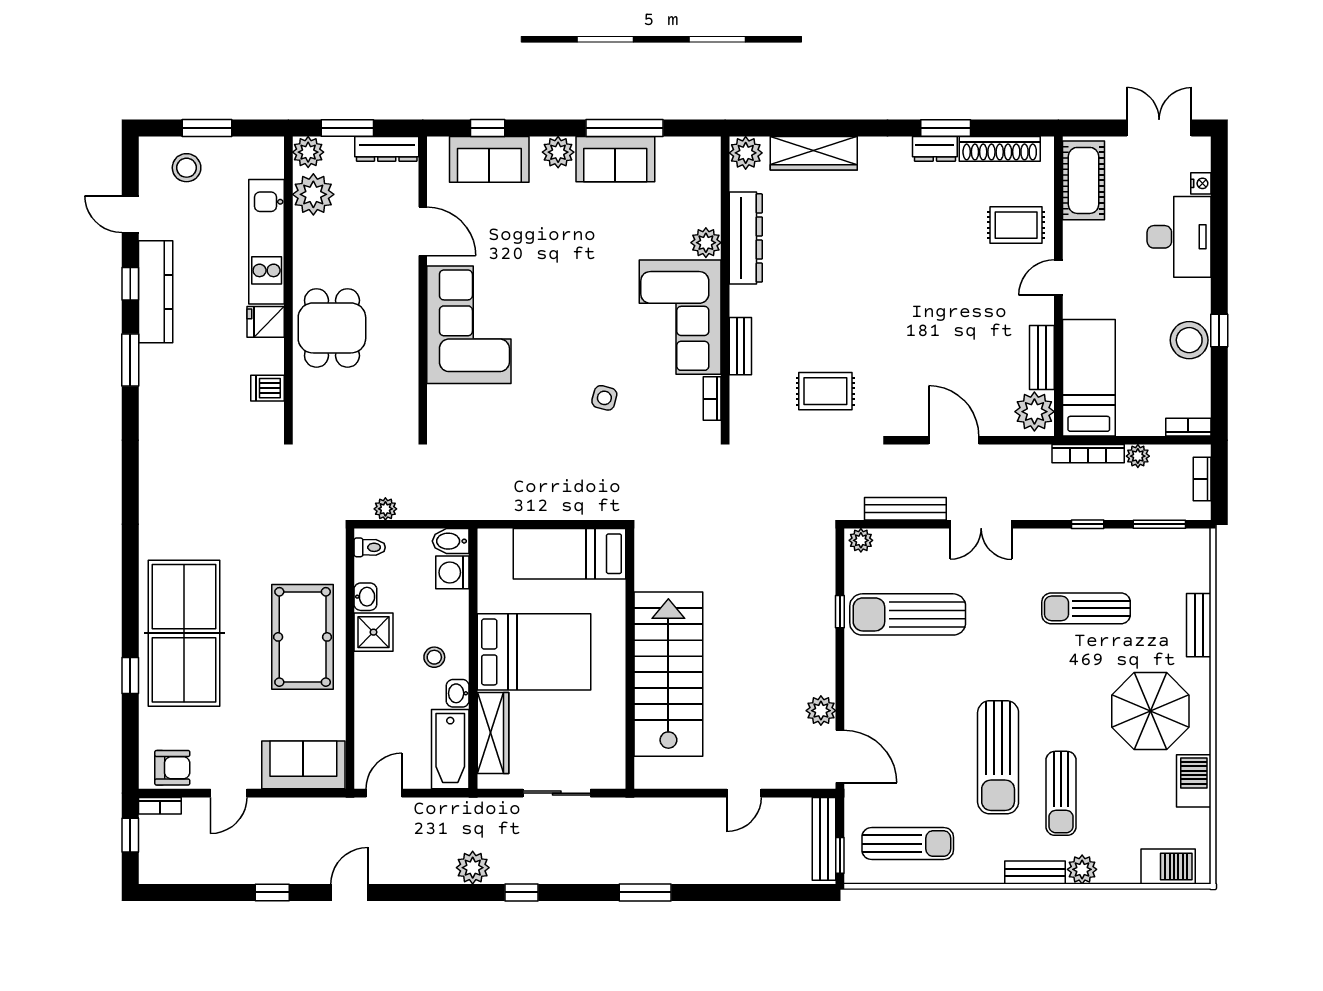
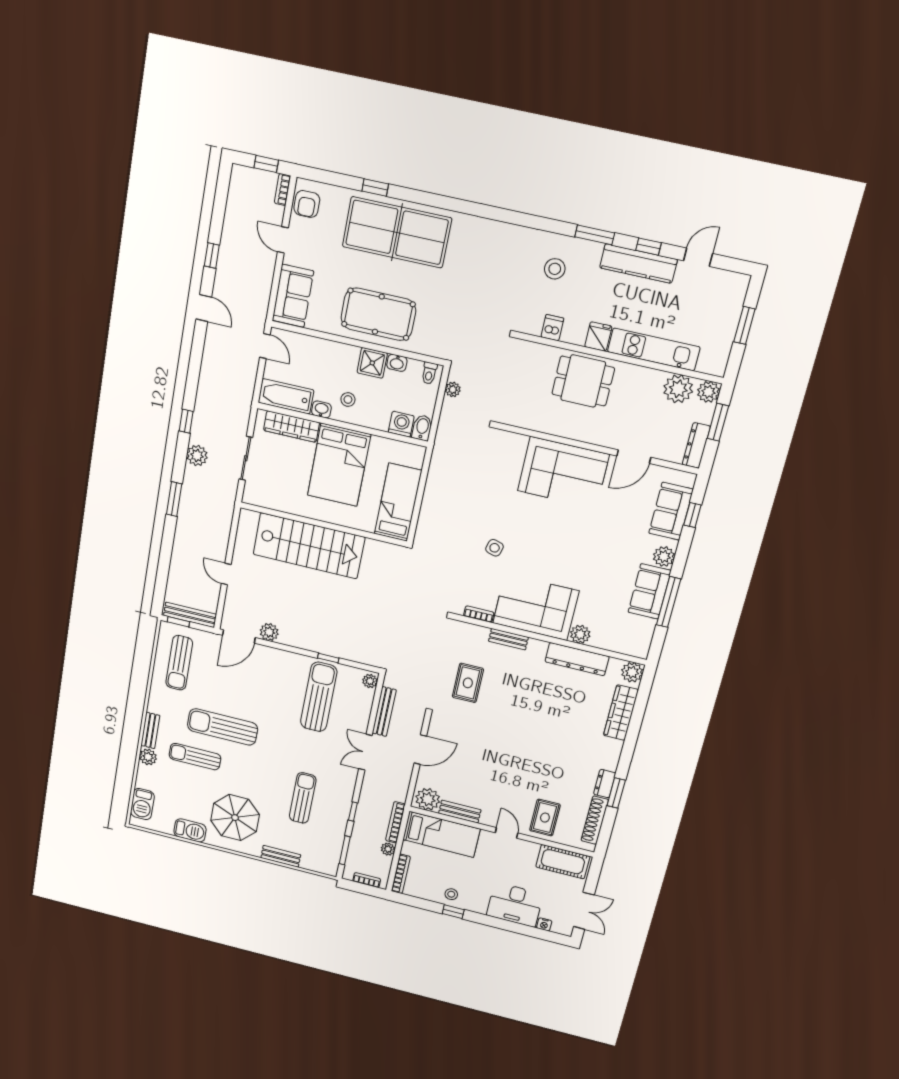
stool: (187, 168) -> (555, 269), moved
stool: (1189, 340) -> (451, 894), width x0.53, depth x0.53
bookcase: (1188, 427) -> (401, 874), width x1.56
plant: (473, 868) -> (197, 456), moved

